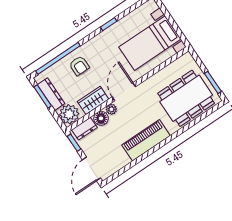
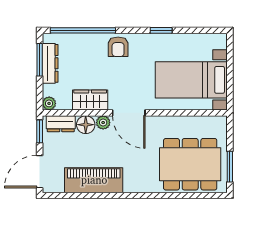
armchair: (79, 66) -> (118, 47), moved
door: (124, 92) -> (129, 113), swing flipped
plant: (69, 114) -> (49, 103), width x0.53, depth x0.53
piano: (146, 140) -> (94, 180), moved

